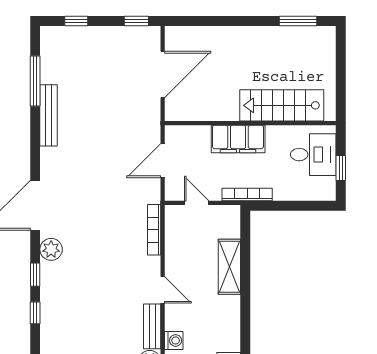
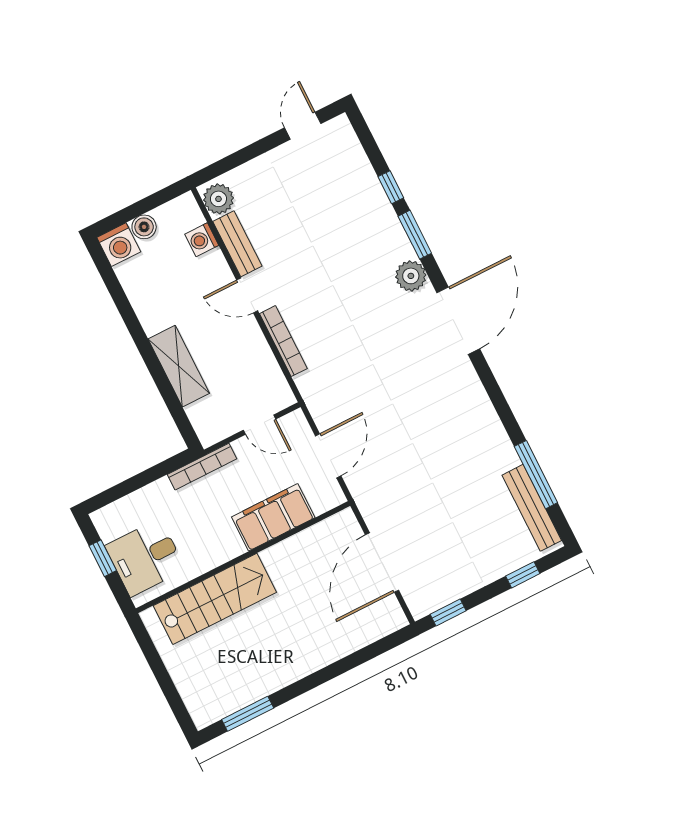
bench: (49, 115) -> (532, 508), moved
filing cabinet: (238, 139) -> (273, 517), moved
bookcase: (154, 230) -> (283, 341), moved
window: (35, 275) -> (415, 235), width x1.50

